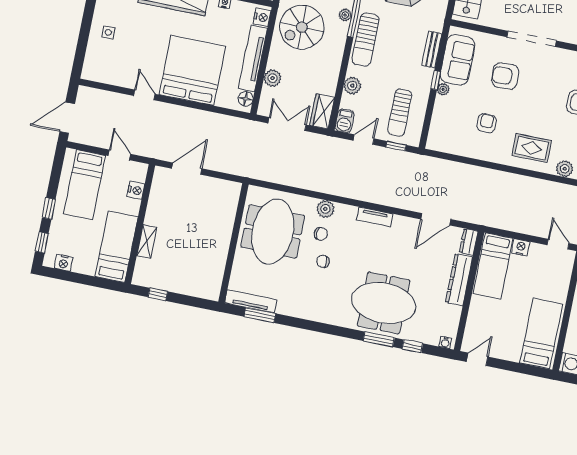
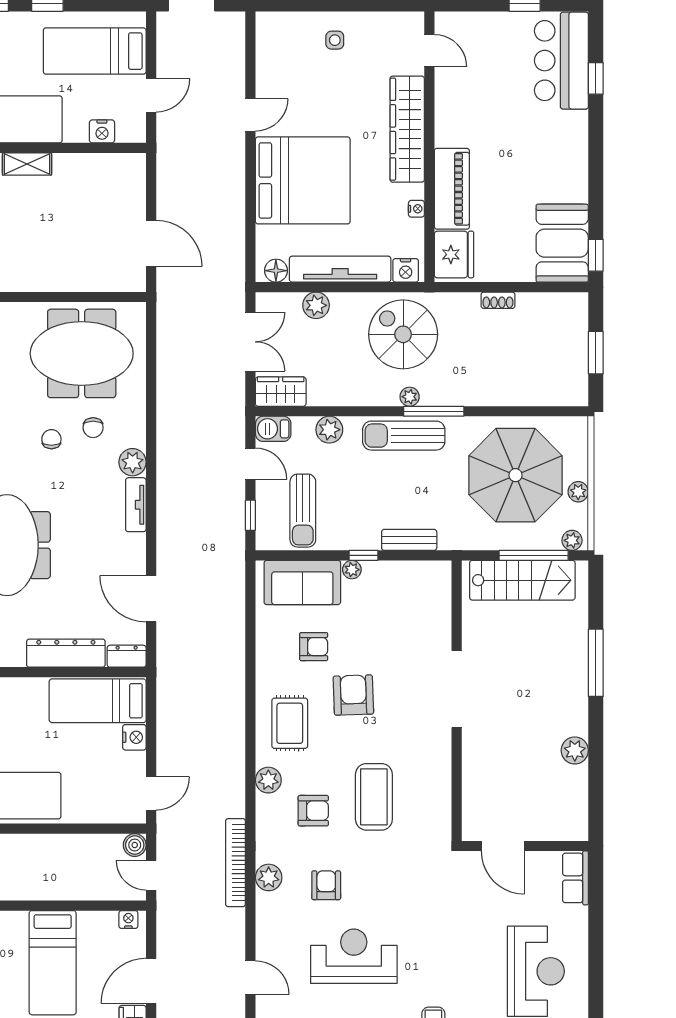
plant: (345, 15) -> (410, 397), moved
sofa: (457, 60) -> (302, 582), moved
armchair: (505, 76) -> (353, 695), moved
sun lounger: (400, 113) -> (303, 511), turned -90
door: (187, 169) -> (151, 243), moved
plant: (325, 209) -> (133, 462), moved

